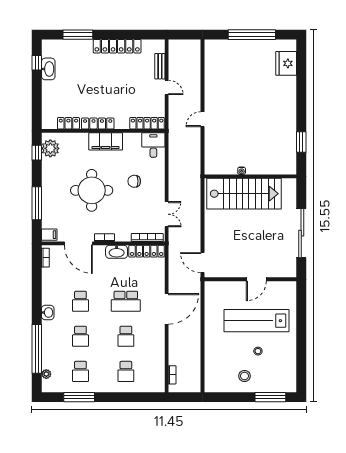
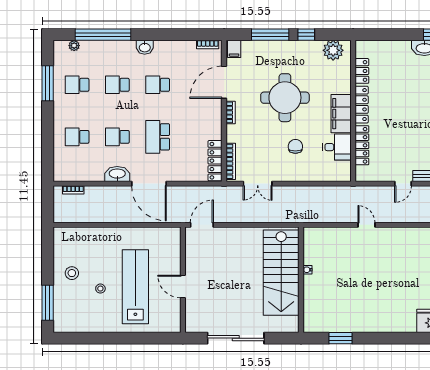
locker: (147, 123) -> (362, 145), moved
desk: (153, 145) -> (337, 147), moved
window: (37, 153) -> (306, 35), moved
washbasin: (117, 252) -> (117, 174), moved, turned 90

